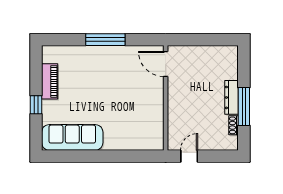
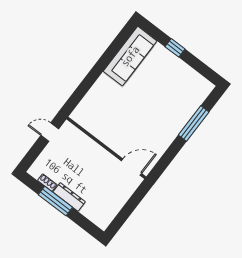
window: (105, 40) -> (194, 123), moved
piano: (50, 81) -> (184, 71), removed
door: (189, 156) -> (50, 132), swing flipped

